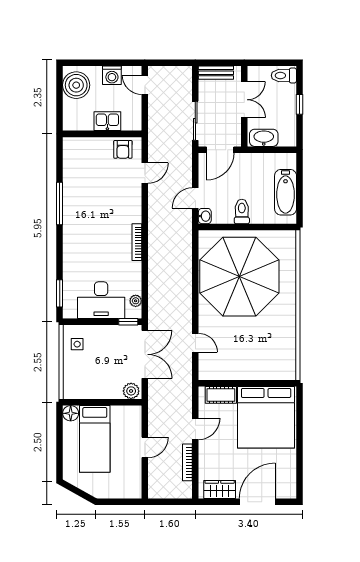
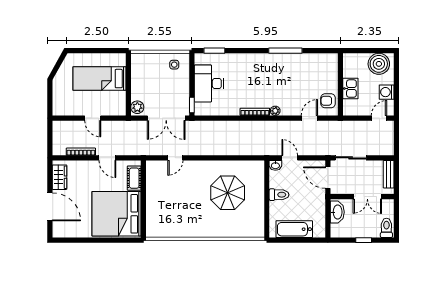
door: (145, 173) -> (309, 118), swing flipped
parasol: (239, 277) -> (228, 193), width x0.54, depth x0.54
plant: (136, 301) -> (275, 111), moved
floor lamp: (71, 413) -> (120, 59), removed

